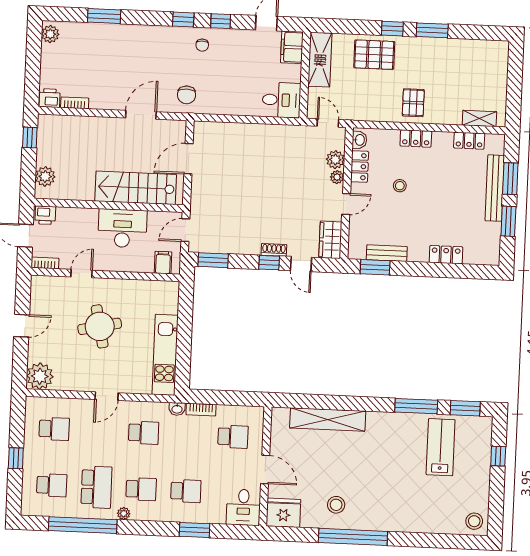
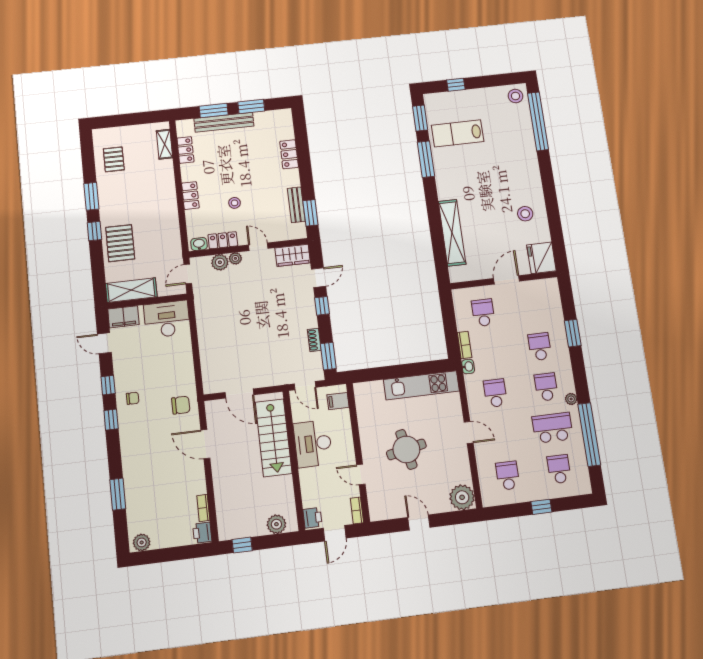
desk: (281, 100) -> (167, 319), width x1.37
pallet: (413, 103) -> (114, 159), moved, turned 90
shoe rack: (274, 250) -> (314, 340), moved
desk: (243, 507) -> (544, 293), removed
window: (353, 537) -> (538, 121), moved

